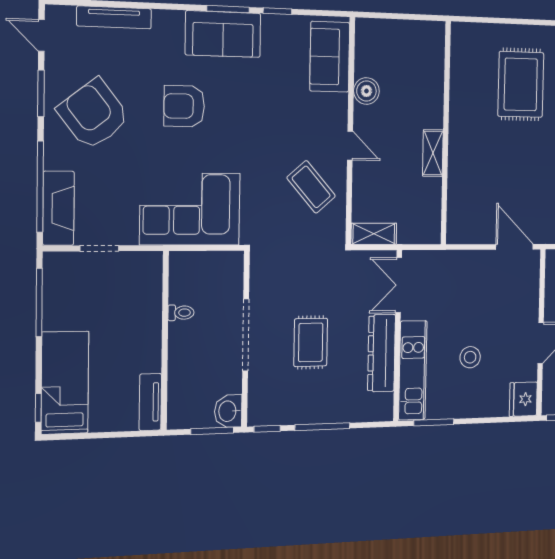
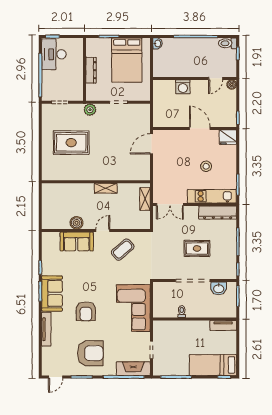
tv unit: (114, 17) -> (46, 329), moved
sofa: (330, 57) -> (77, 241), moved
armchair: (93, 114) -> (90, 353), turned -142
shelving: (374, 234) -> (145, 199), moved
dresser: (382, 353) -> (218, 213), moved
washbasin: (228, 411) -> (219, 288), moved

